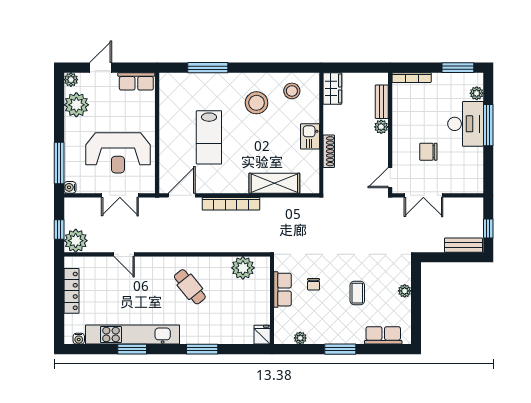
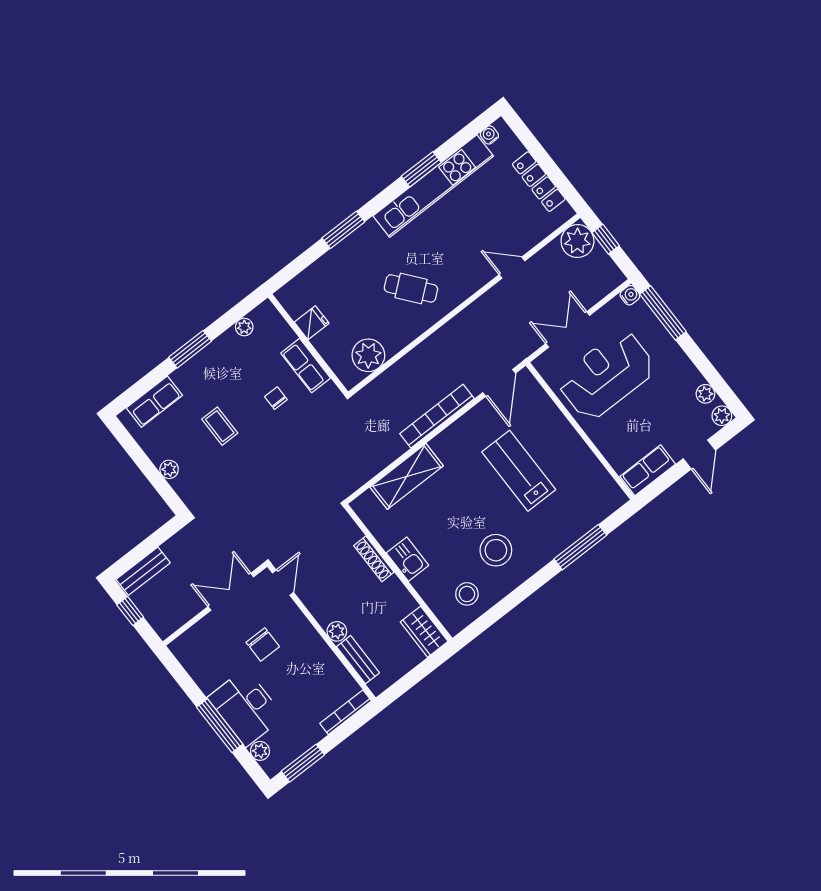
plant: (76, 105) -> (705, 394), width x0.53, depth x0.53
chair: (428, 152) -> (263, 644), turned 90
fridge: (262, 335) -> (312, 323), moved, turned -90

